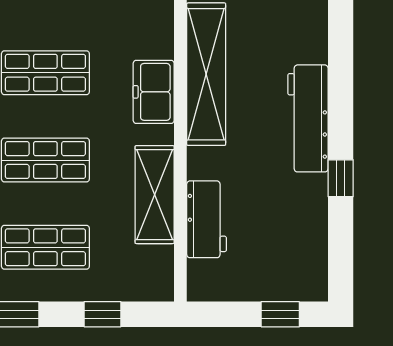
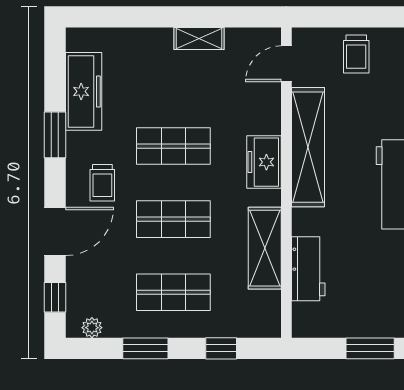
window: (280, 314) -> (370, 348), width x1.50

